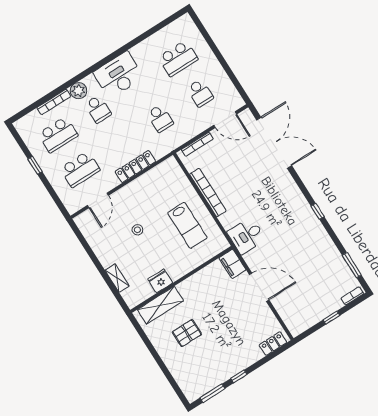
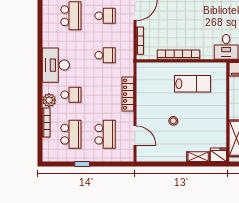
fridge: (160, 281) -> (218, 155), moved, turned 90

